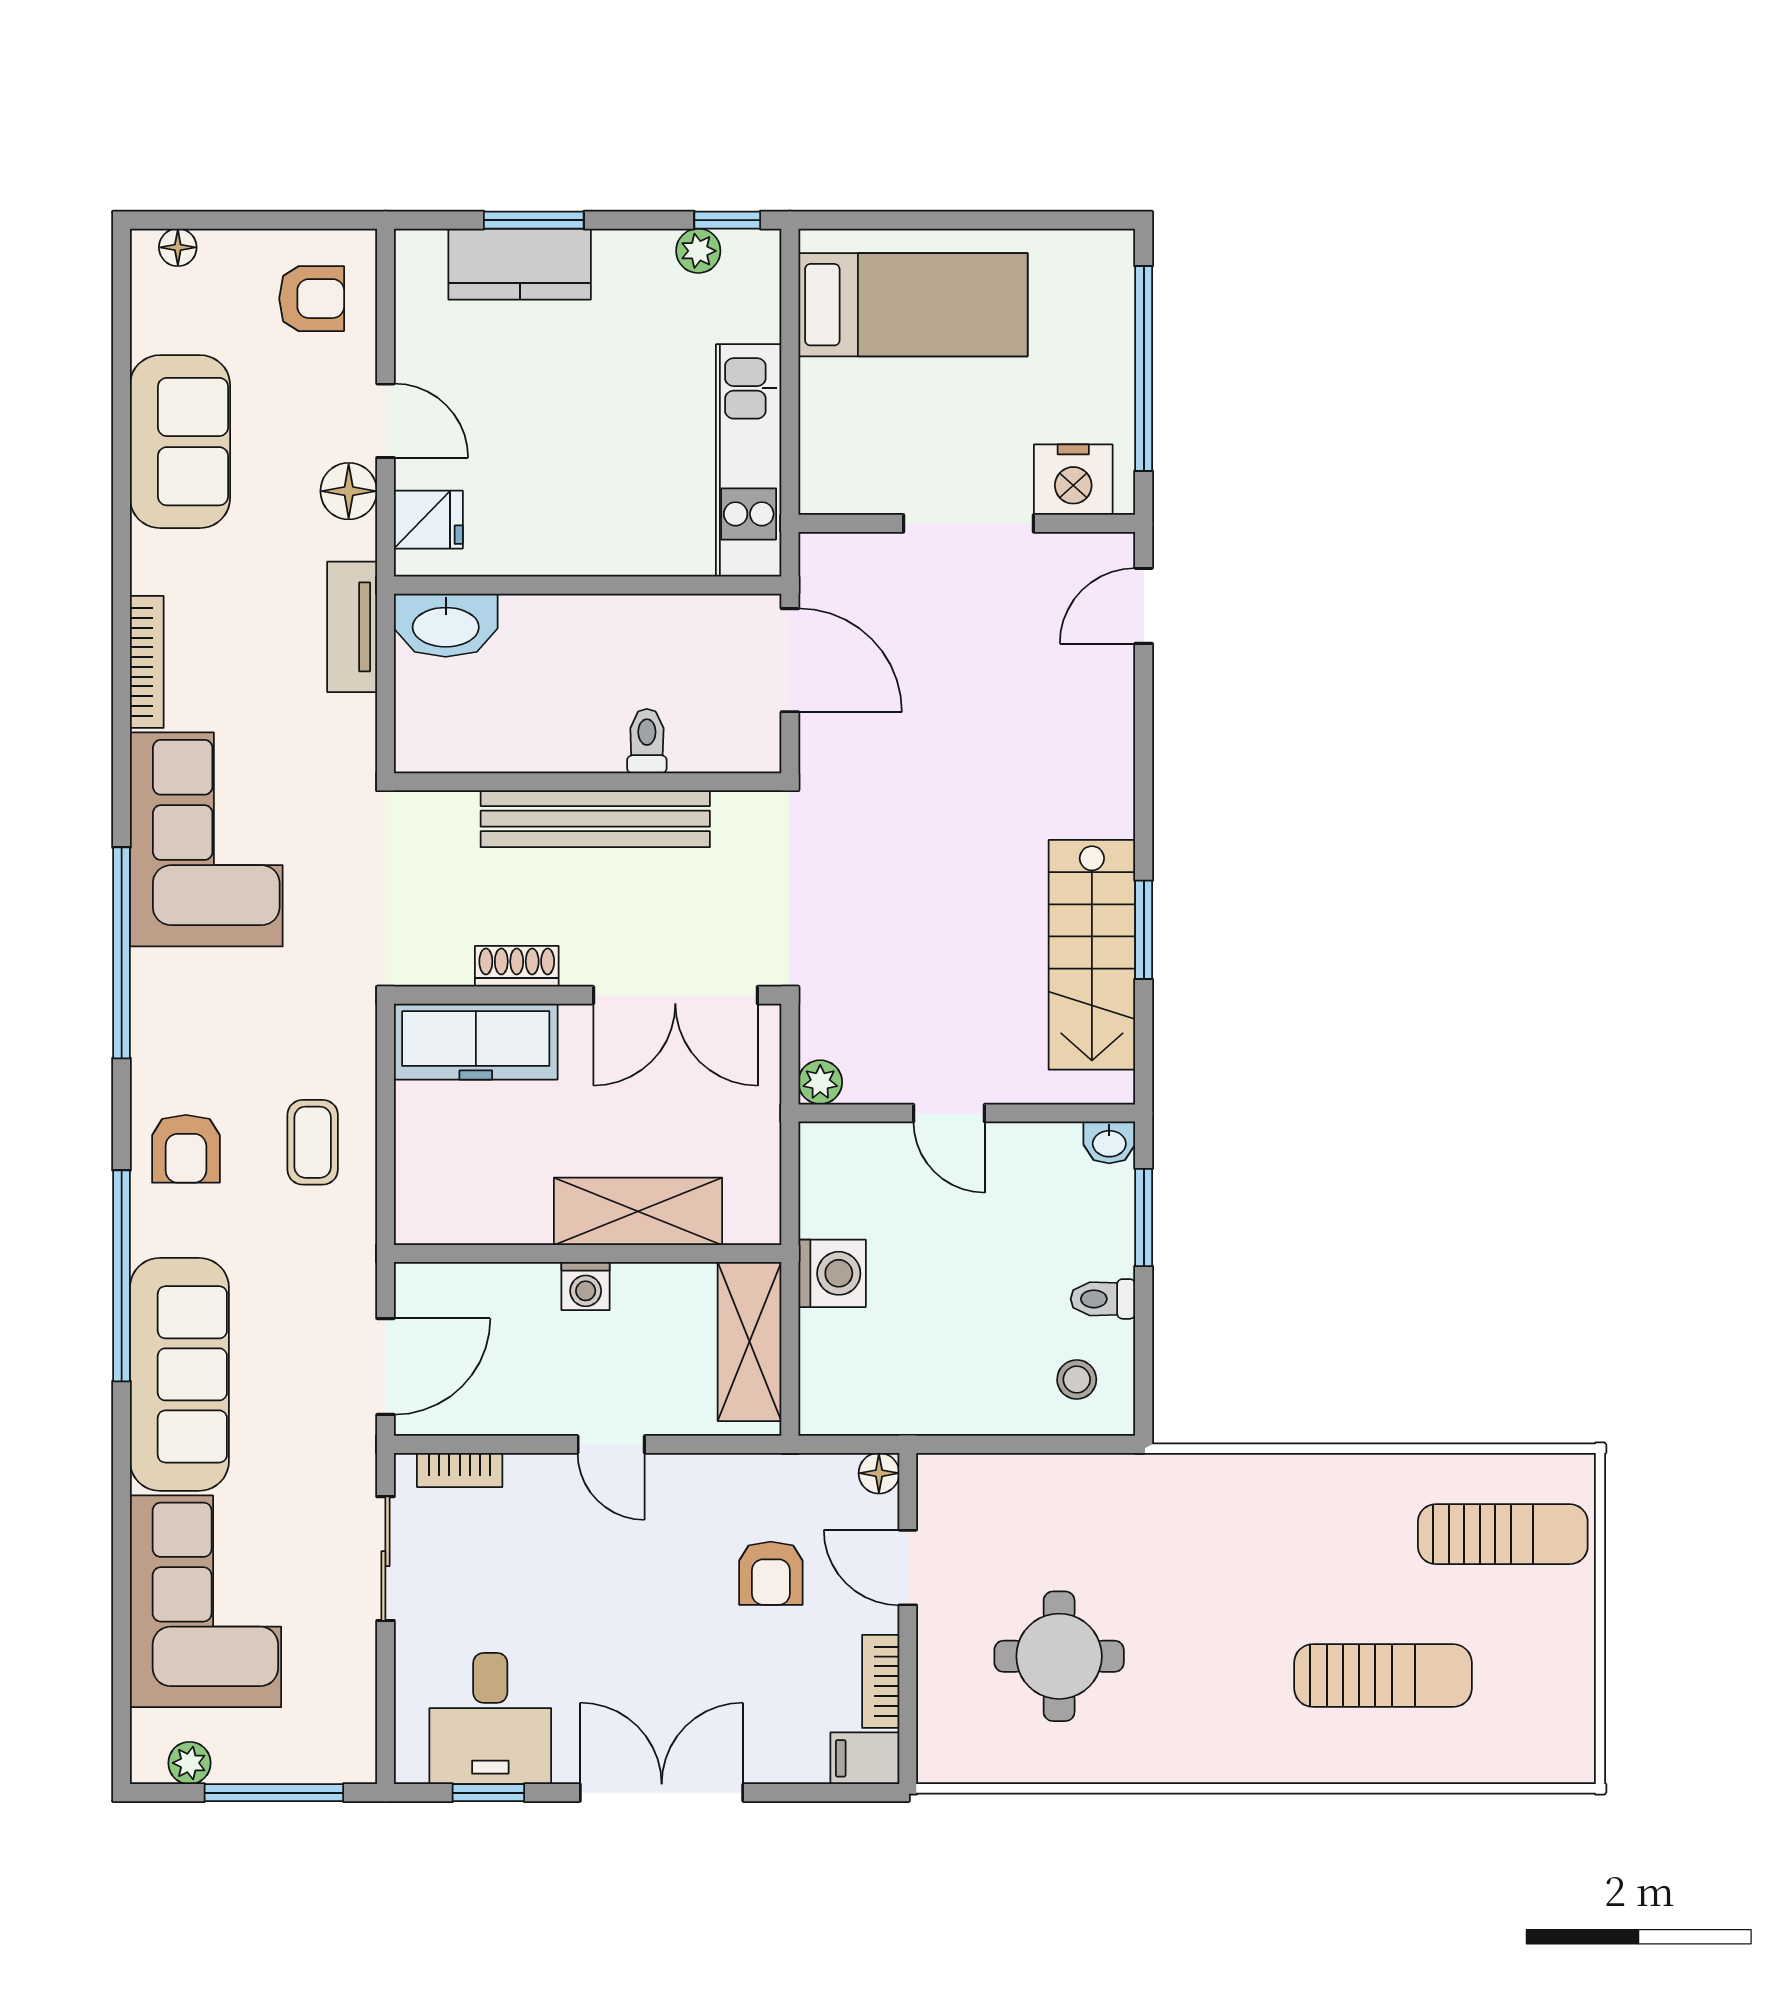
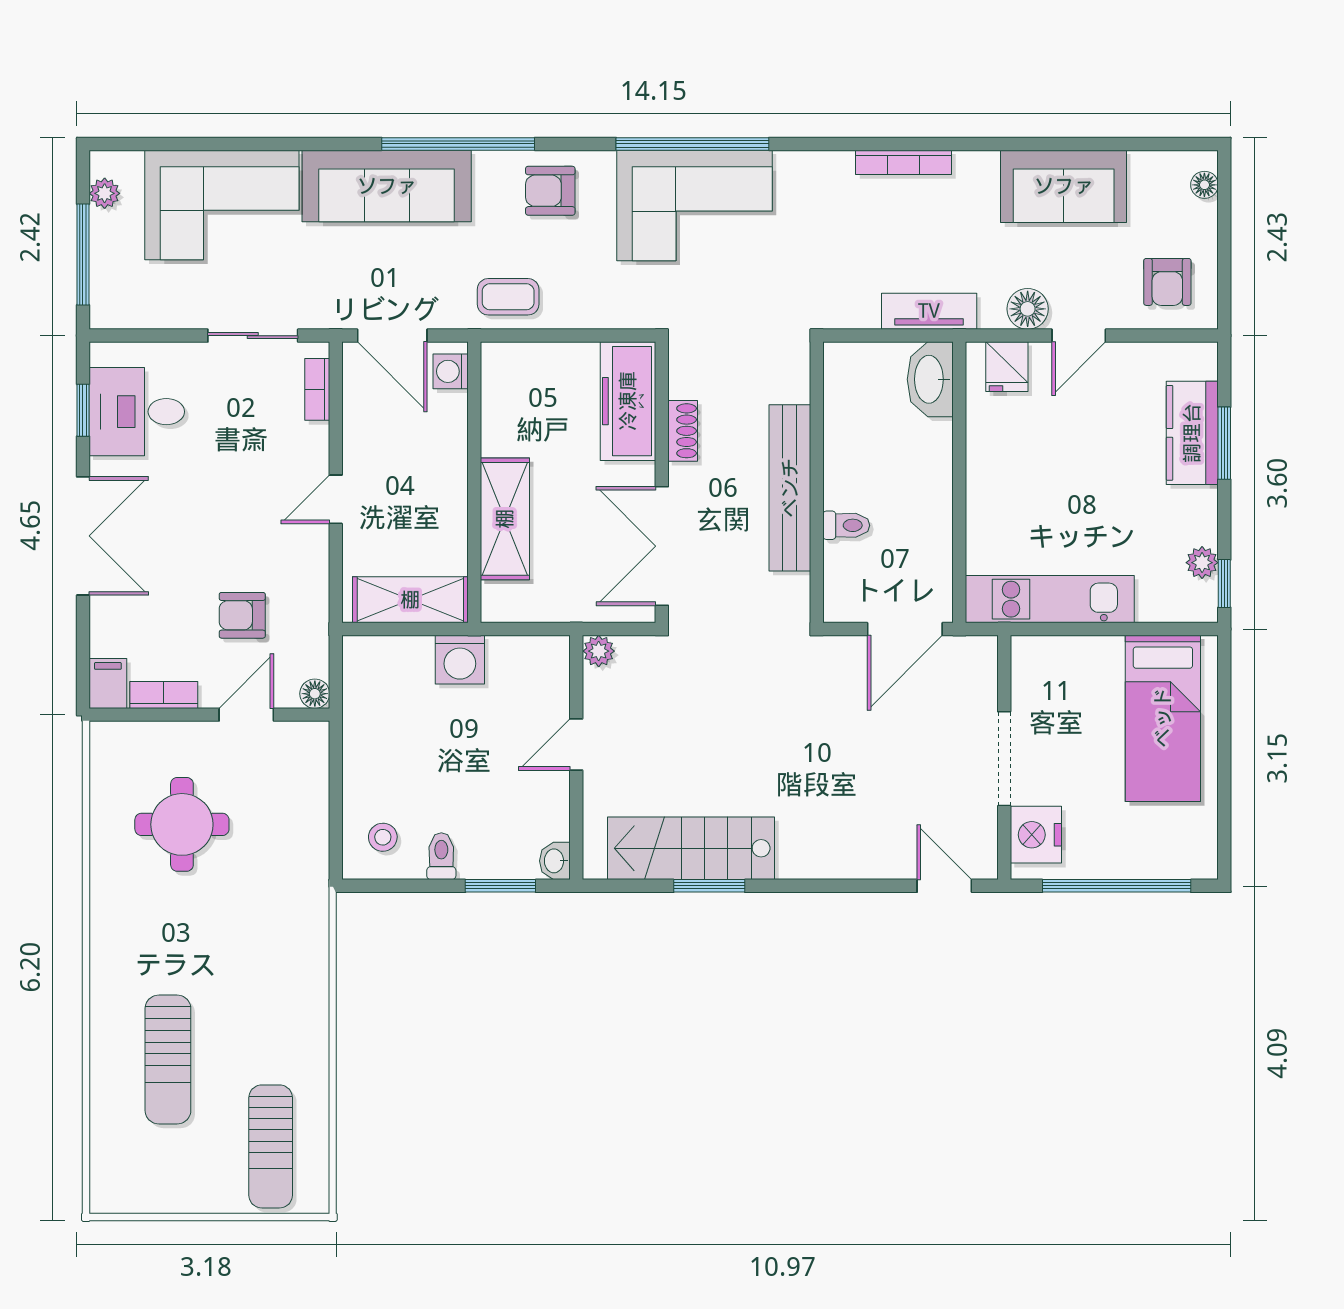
corner sofa: (206, 839) -> (694, 206), moved
coffee table: (313, 1142) -> (508, 297), moved
washing machine: (586, 1286) -> (451, 371), moved

